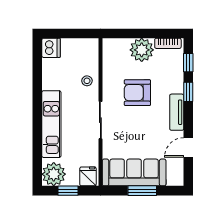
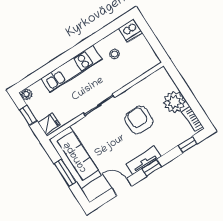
stool: (87, 81) -> (115, 54), moved
window: (188, 92) -> (152, 168), moved
plant: (54, 174) -> (27, 94), width x0.53, depth x0.53

